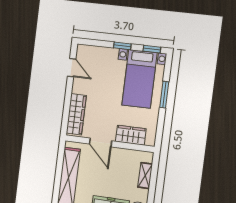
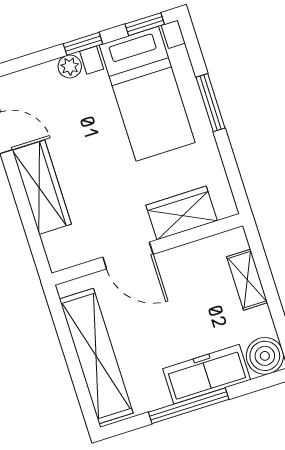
plant: (113, 53) -> (70, 66), added
wardrobe: (76, 114) -> (42, 187), moved

